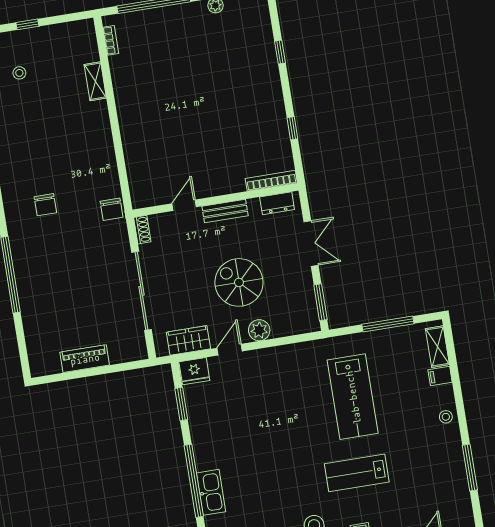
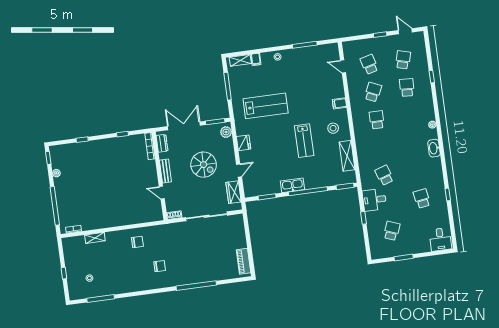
chair: (112, 209) -> (137, 242), moved
double door: (311, 243) -> (184, 126), width x1.37
spiral stairs: (239, 282) -> (204, 165), turned -90
plant: (259, 330) -> (226, 132), moved
door: (230, 350) -> (239, 170), swing flipped
piano: (85, 359) -> (244, 261), moved
fridge: (194, 371) -> (244, 143), moved
lab bench: (357, 473) -> (304, 141), moved
kitchen sink: (211, 492) -> (292, 185), moved

